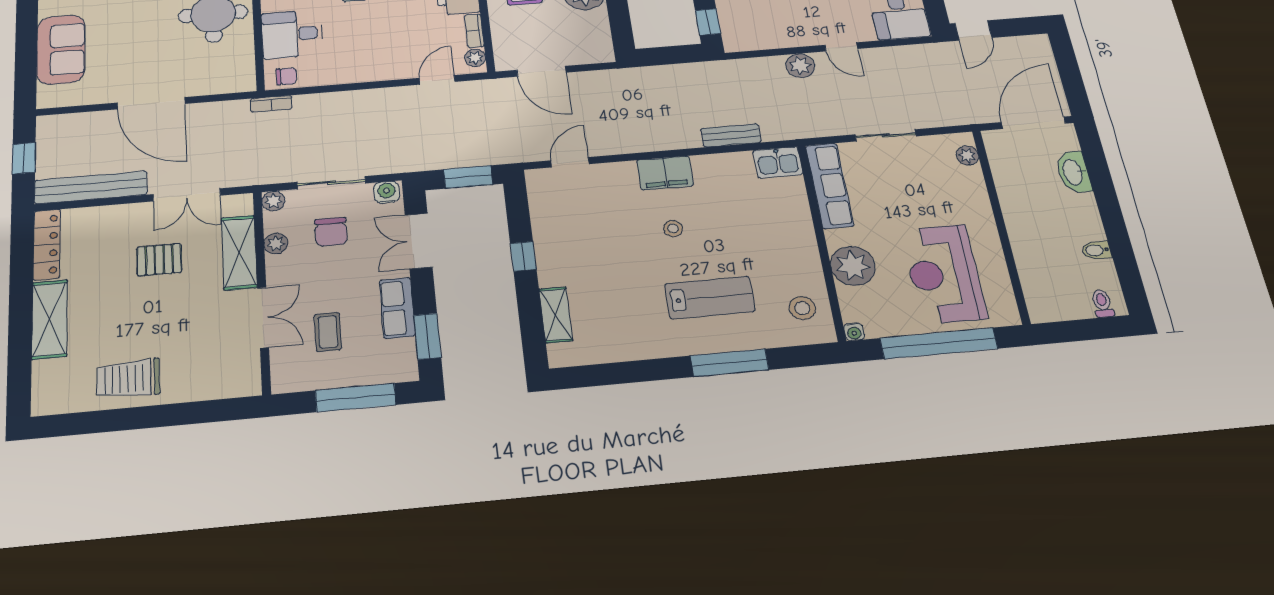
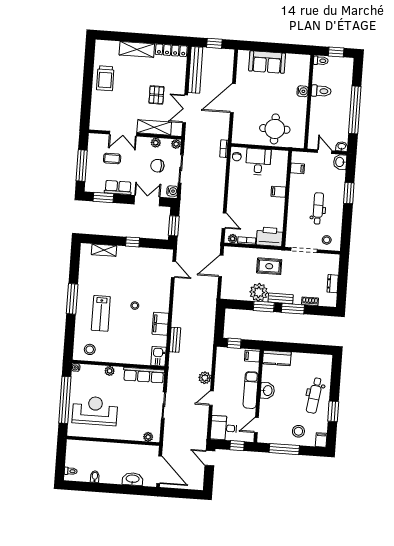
filing cabinet: (665, 173) -> (160, 324), moved
plant: (853, 266) -> (110, 371), width x0.53, depth x0.53
window: (729, 363) -> (72, 299), moved
trolley: (128, 379) -> (105, 78), turned 180

